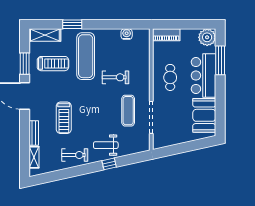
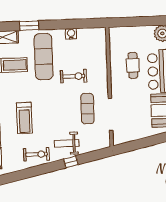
water cooler: (127, 34) -> (71, 34), moved
piano: (166, 35) -> (122, 32), removed
cafe table: (170, 77) -> (133, 65), moved

